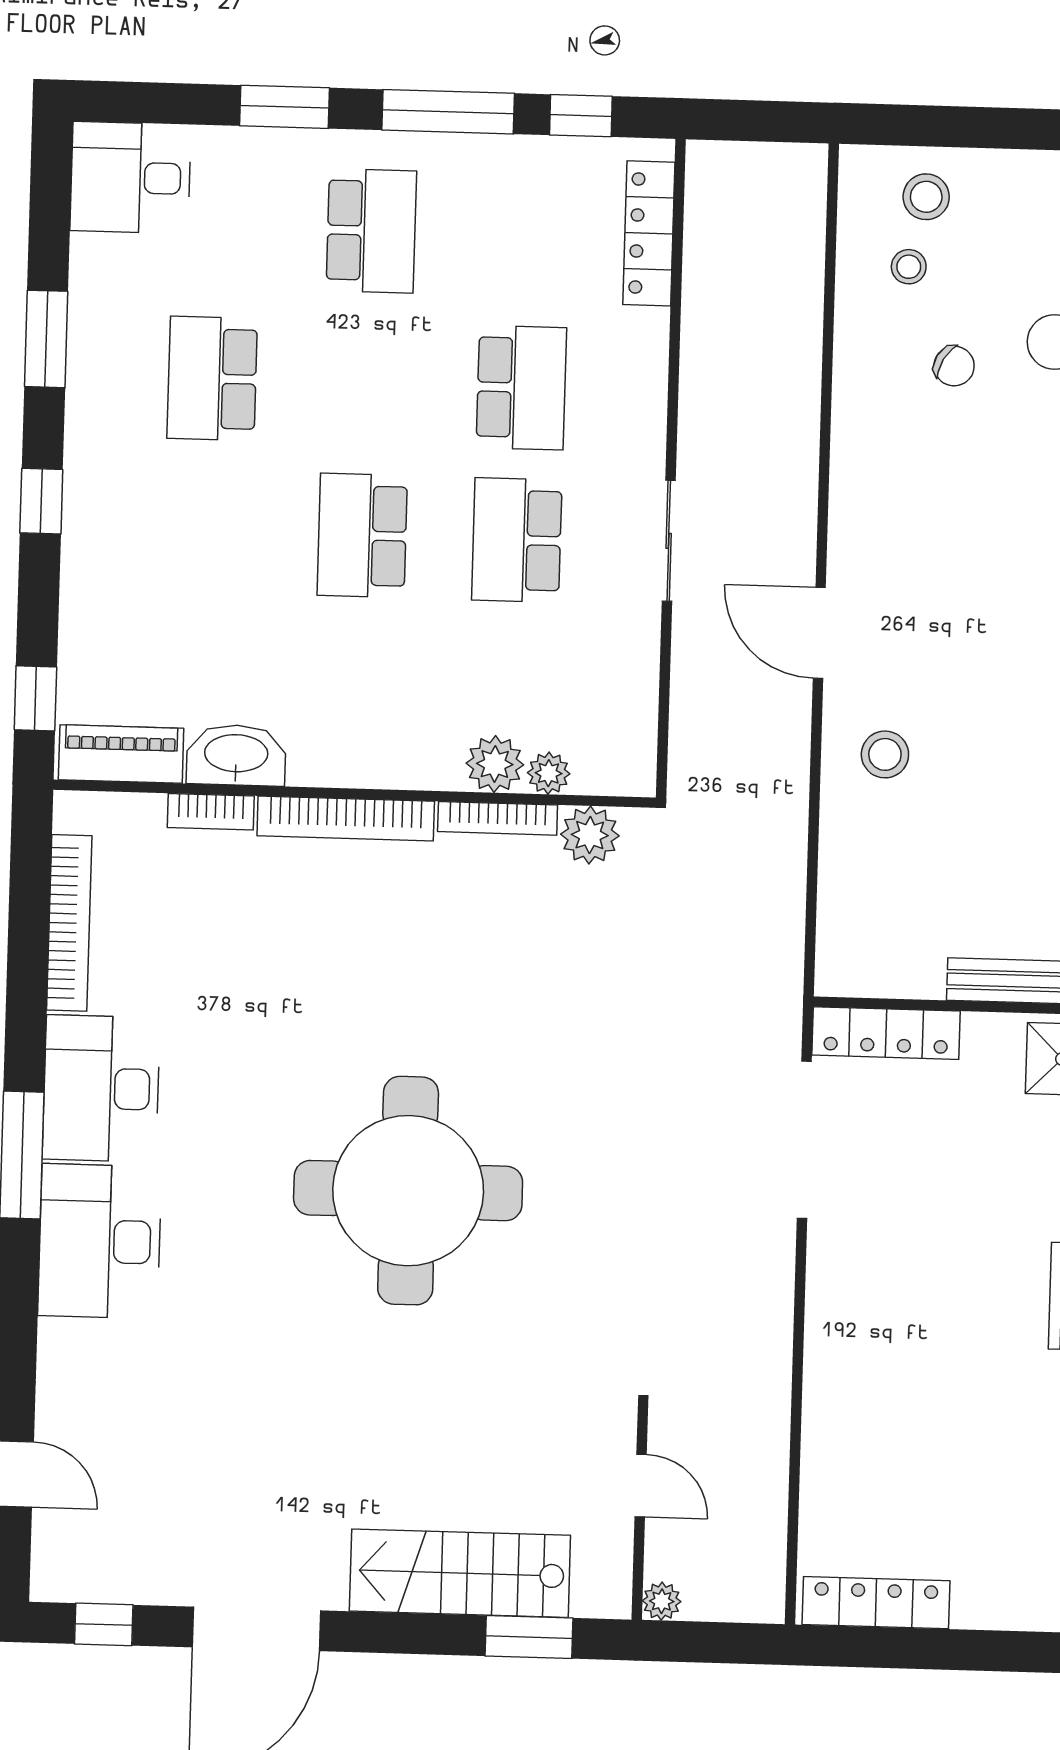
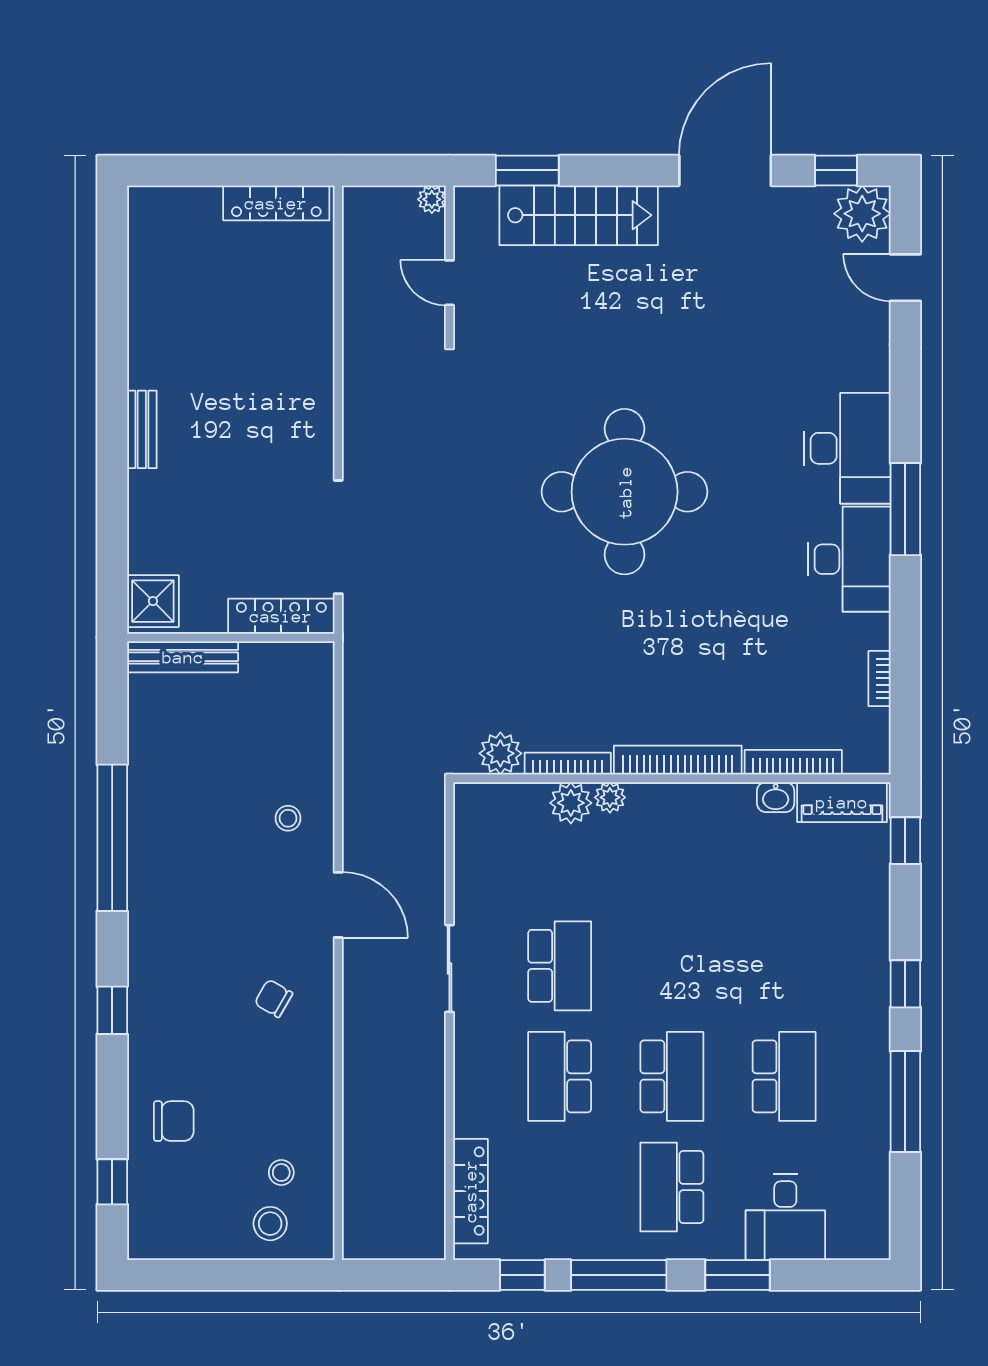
desk: (131, 178) -> (785, 1217), moved, turned 90
window: (46, 339) -> (905, 1102), width x1.44
chair: (954, 366) -> (274, 998), moved
school desk: (362, 535) -> (672, 1076), moved
stool: (885, 754) -> (288, 818), width x0.73, depth x0.73
washbasin: (236, 755) -> (776, 797), width x0.52, depth x0.69
plant: (549, 773) -> (610, 797), moved
bookcase: (211, 812) -> (793, 762), width x1.56
bookcase: (69, 923) -> (880, 678), width x0.43, depth x0.76
plant: (69, 1564) -> (862, 214), added

